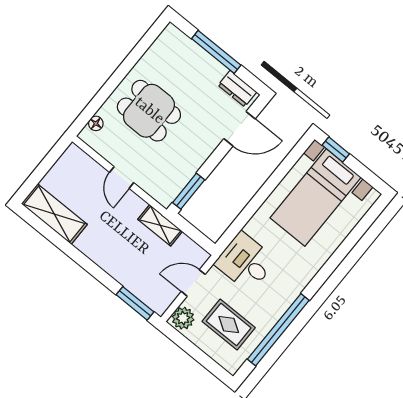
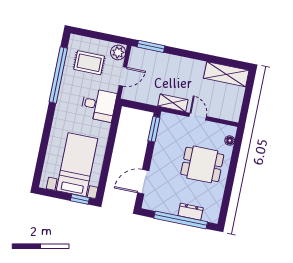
window: (216, 52) -> (181, 220), width x1.46
dresser: (237, 89) -> (191, 212), moved
shelving: (160, 225) -> (173, 103), moved

